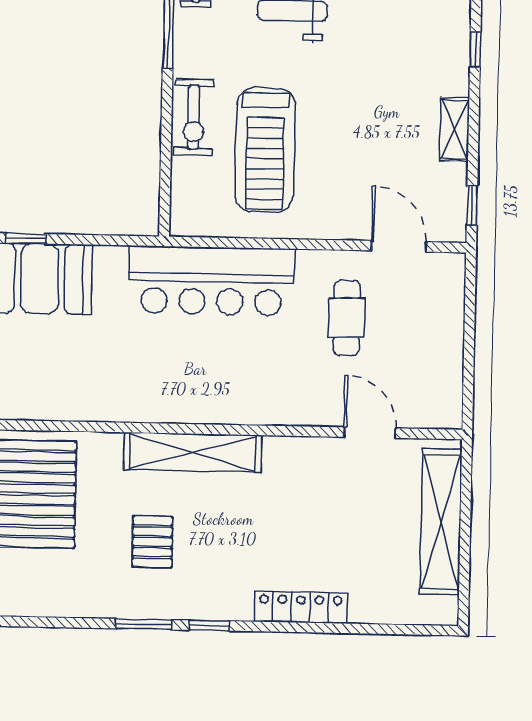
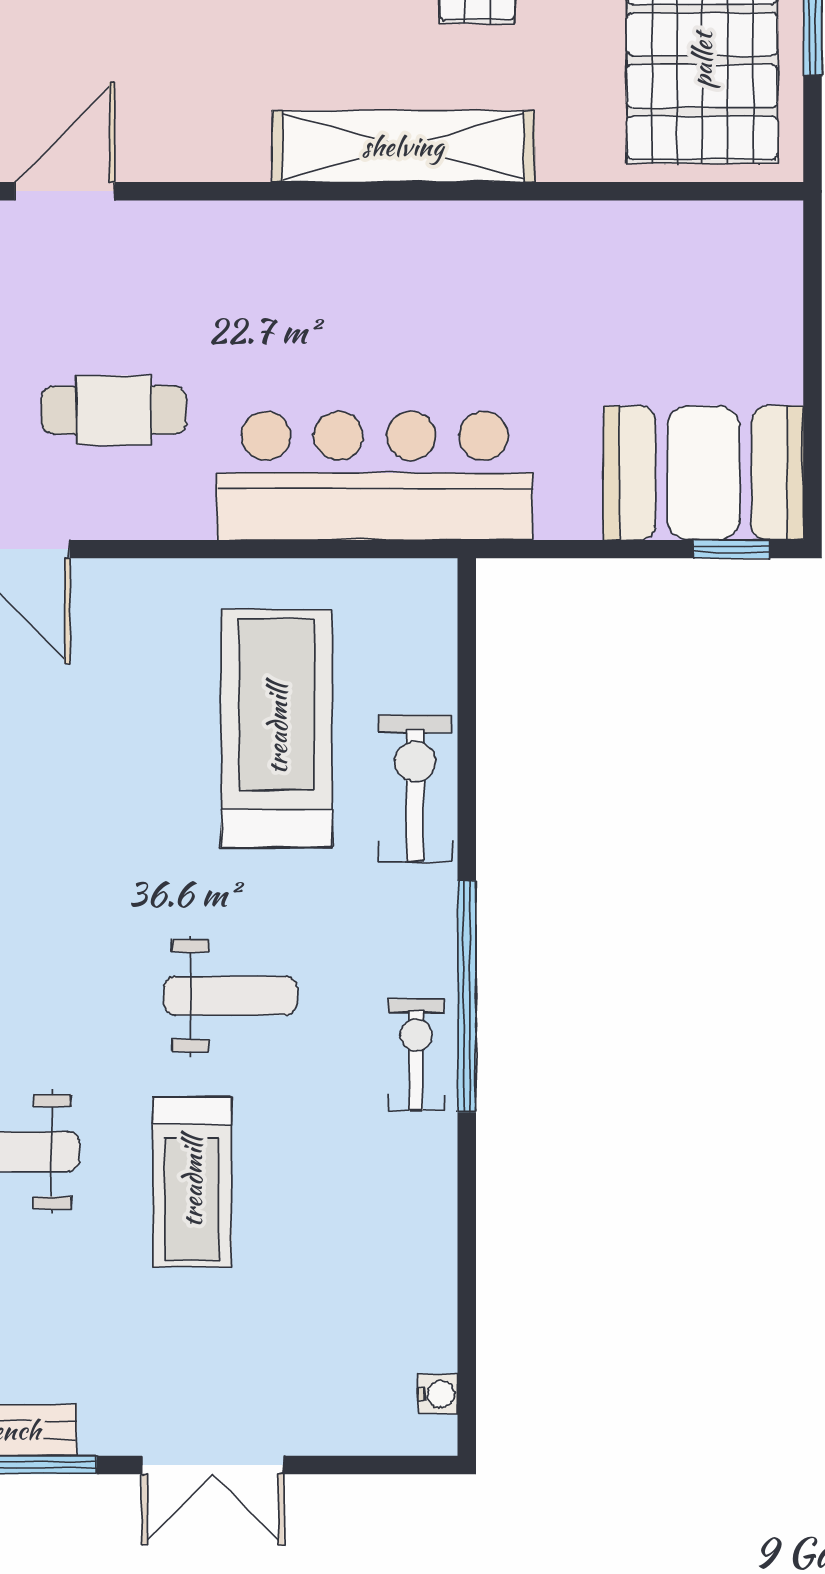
cafe table: (347, 318) -> (114, 410), turned 90
door: (370, 433) -> (65, 191), swing flipped

